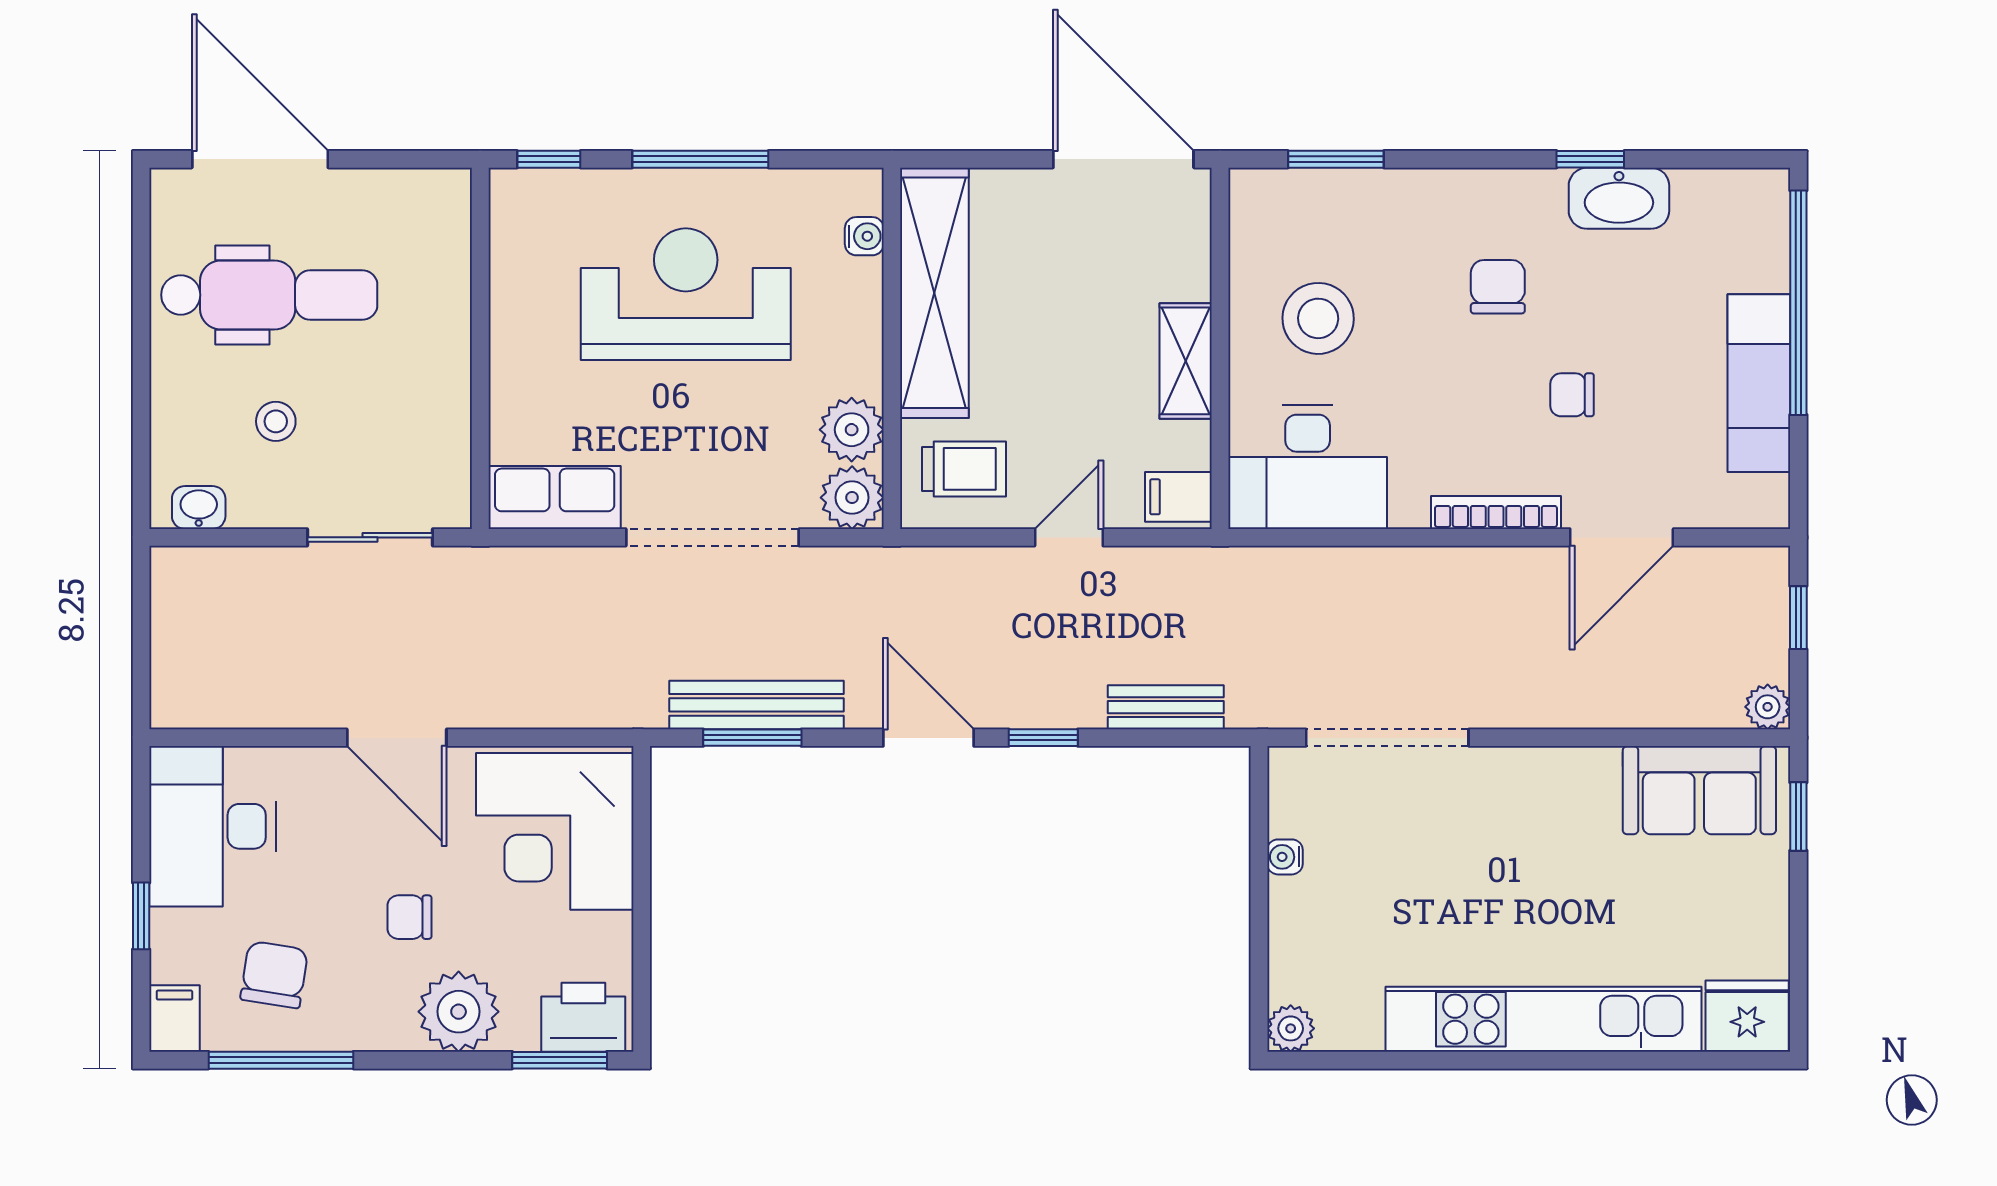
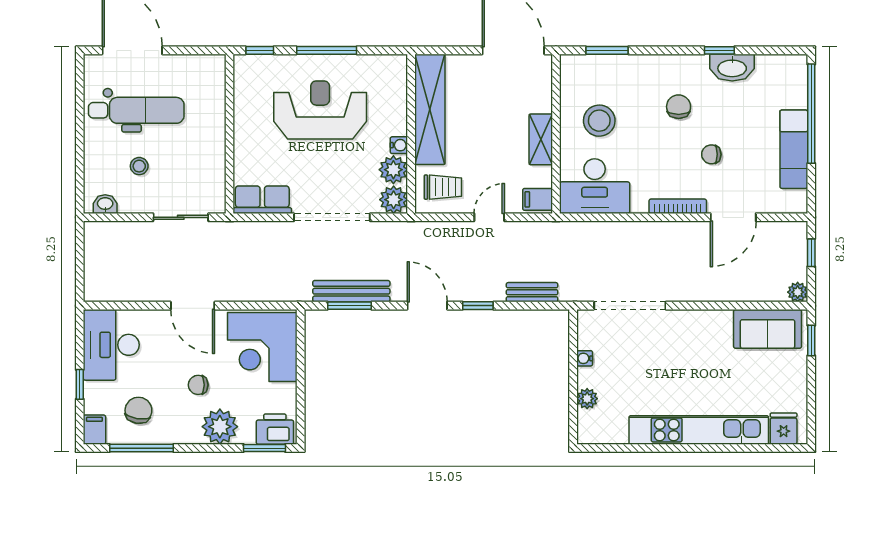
water cooler: (864, 236) -> (399, 145), moved
fridge: (1747, 1016) -> (784, 429), width x0.72
plant: (1291, 1028) -> (587, 399), moved

